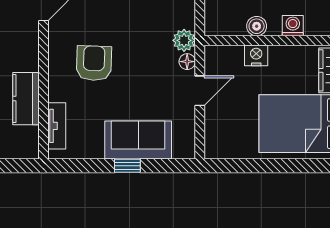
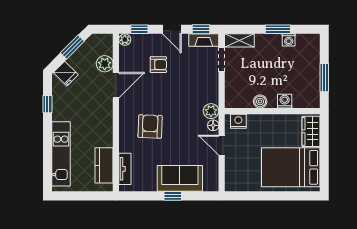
nightstand: (256, 55) -> (238, 121), moved
door: (200, 91) -> (222, 145), swing flipped
kitchen counter: (26, 99) -> (104, 165), moved

